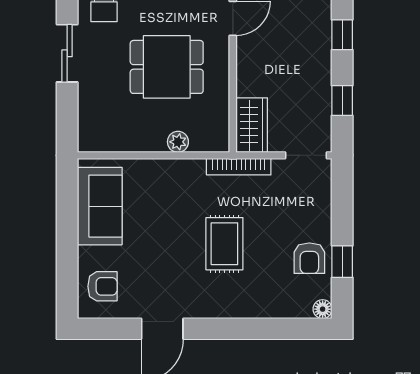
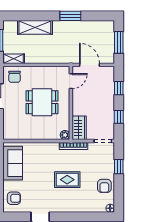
plant: (178, 142) -> (65, 135), moved
rug: (224, 244) -> (67, 180), turned 90
window: (342, 262) -> (119, 167), moved

